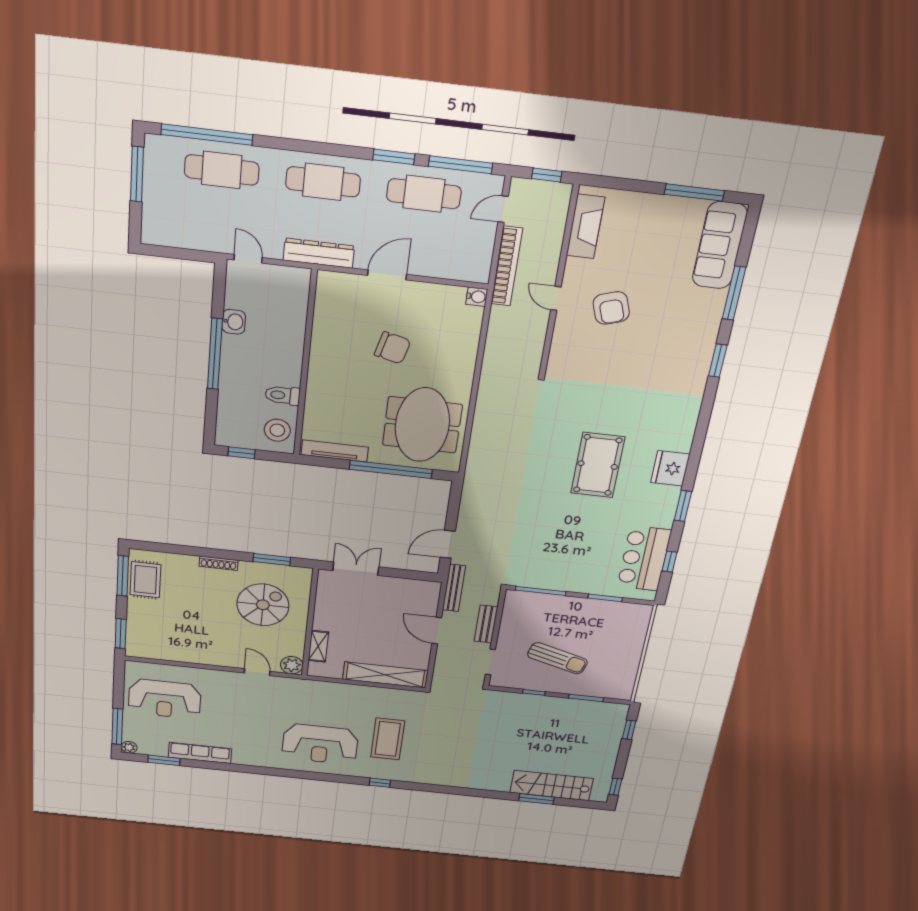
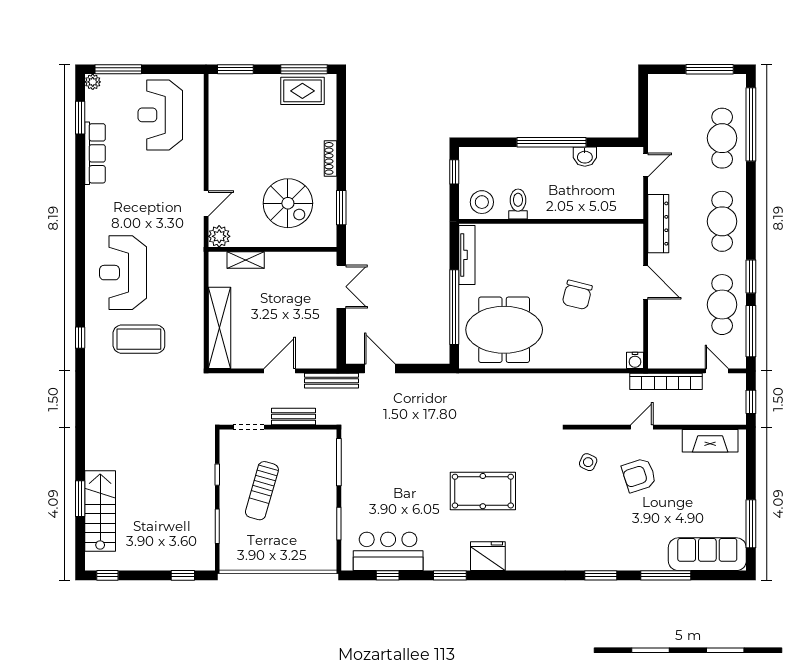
side table: (586, 359) -> (588, 462), added

